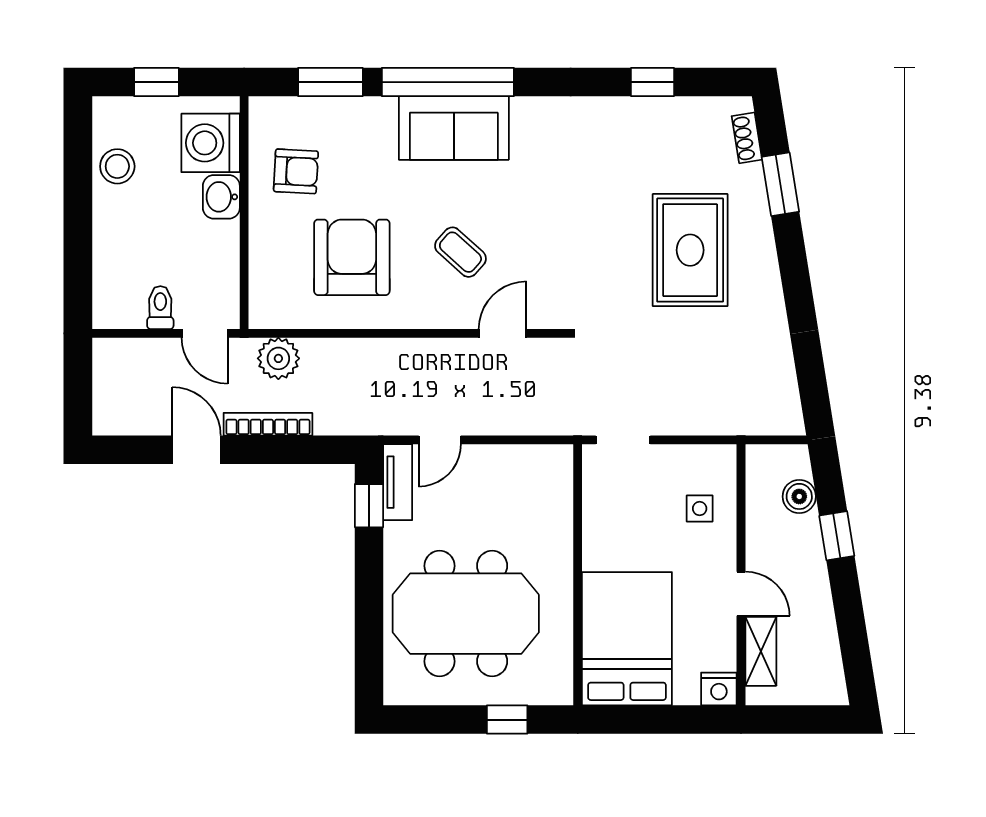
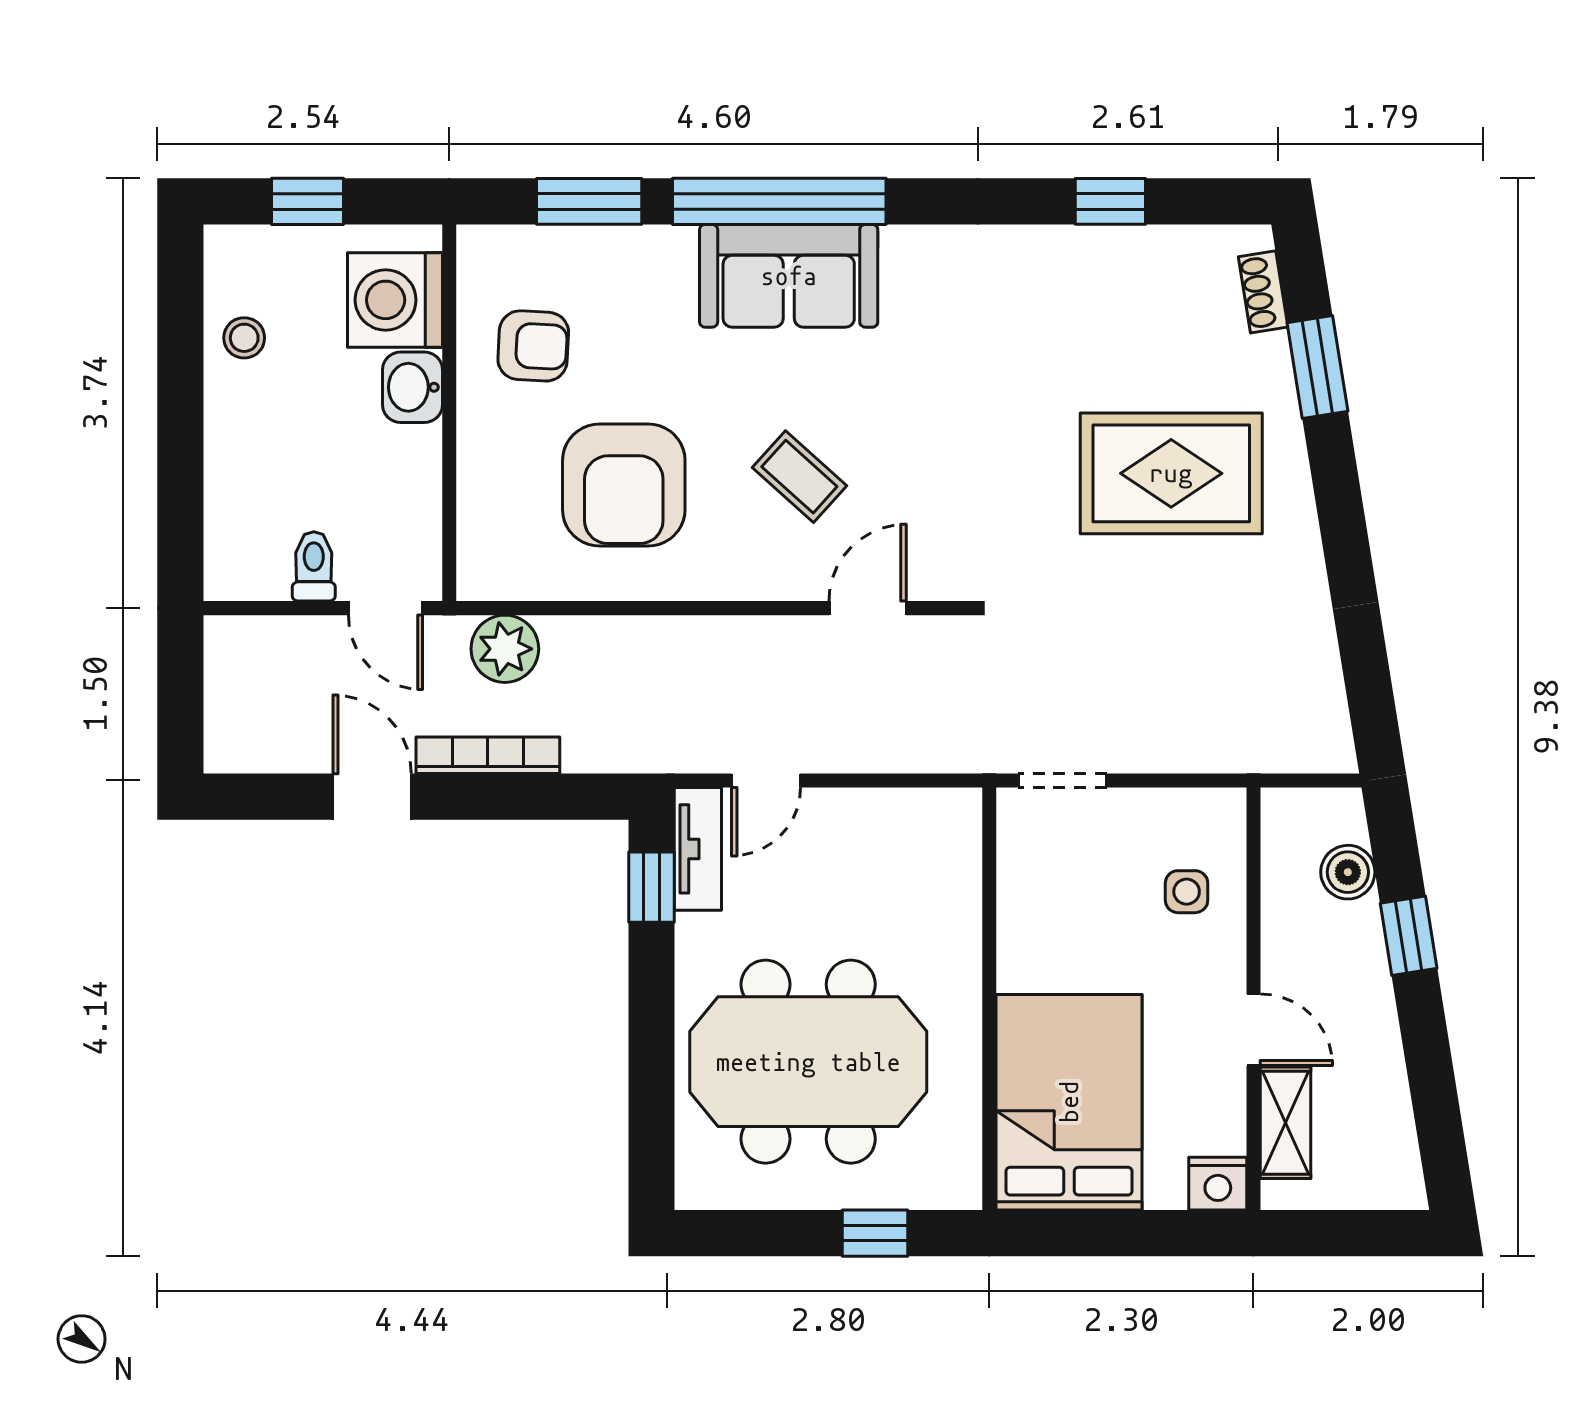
stool: (117, 166) -> (244, 338), width x0.73, depth x0.73
rug: (690, 250) -> (1171, 473), turned 90
armchair: (352, 257) -> (624, 485), turned 180

